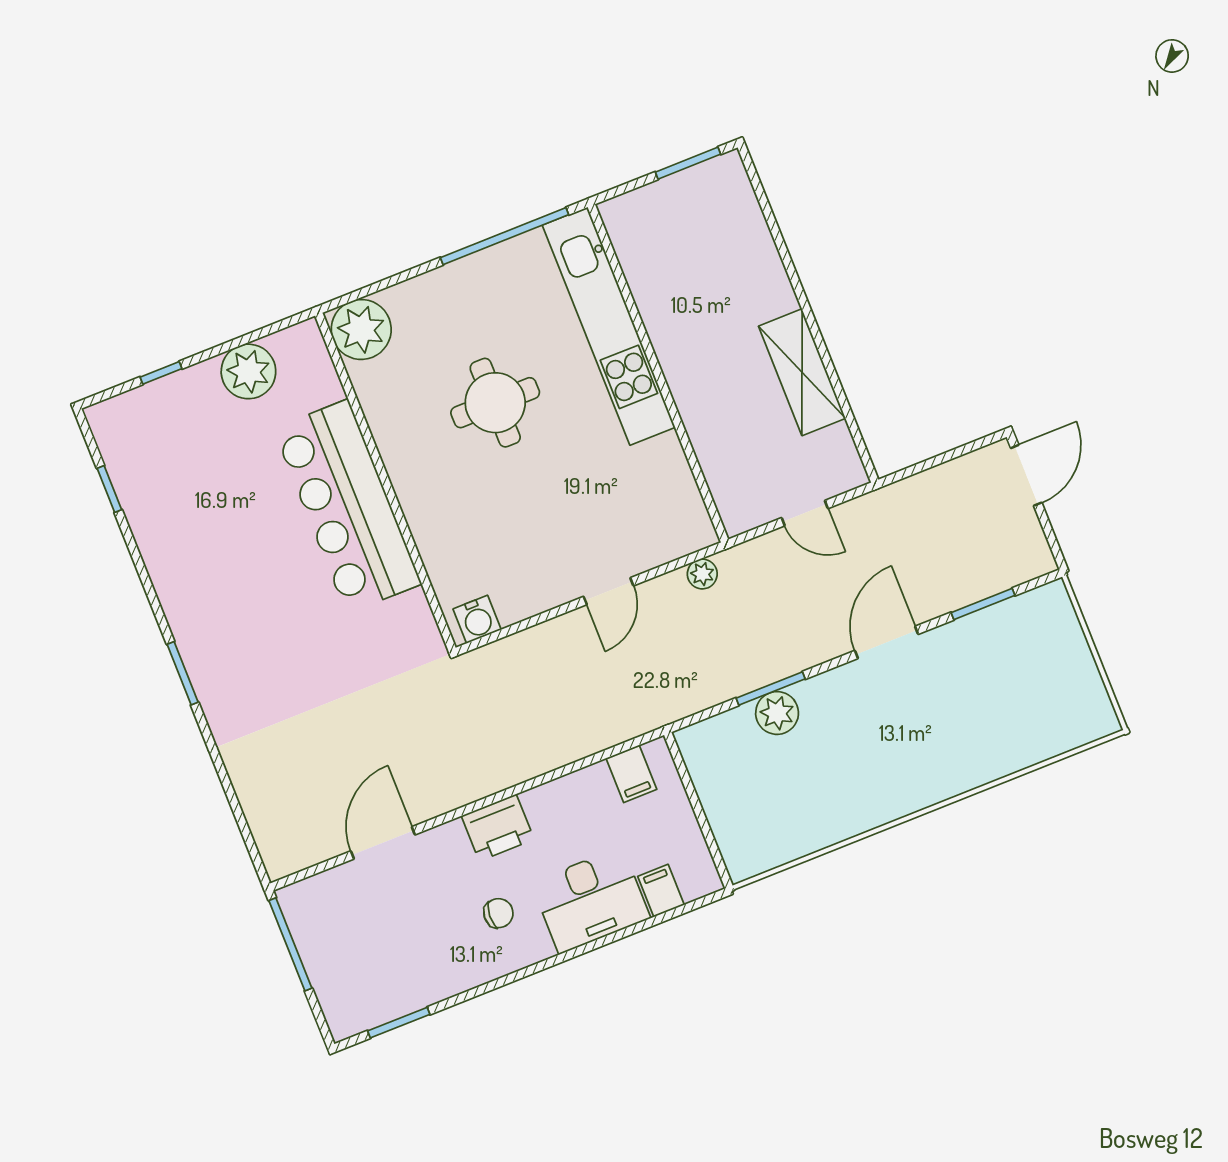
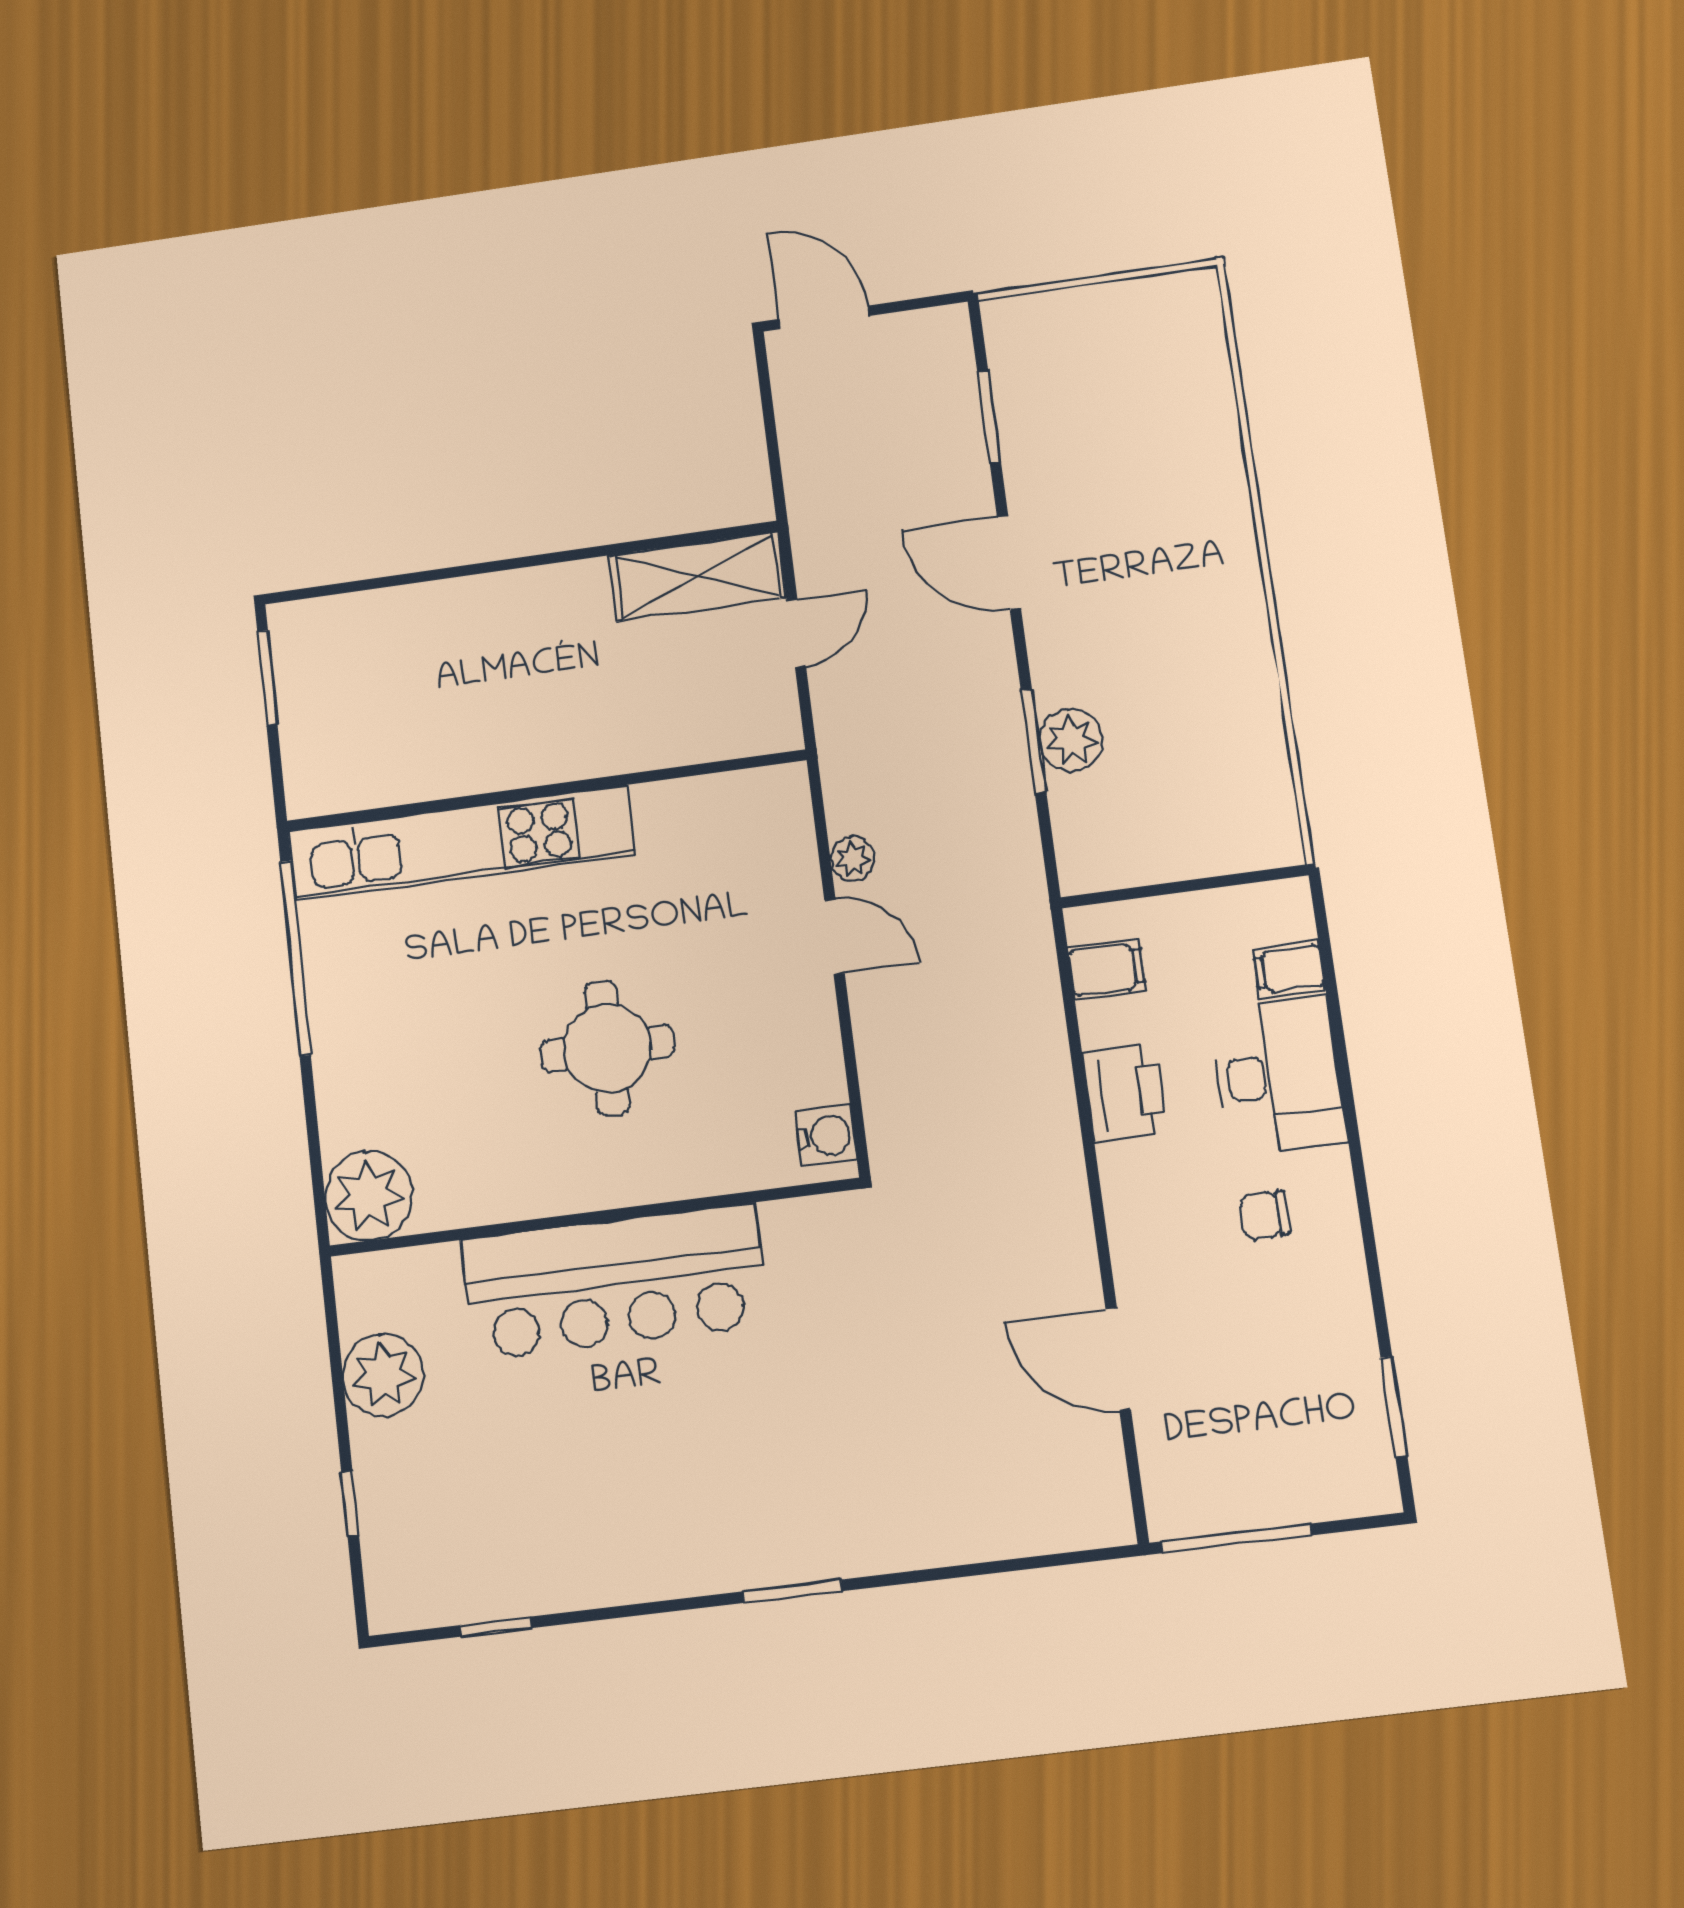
shelving: (802, 372) -> (697, 576), moved
round table: (495, 403) -> (607, 1048), moved
plant: (702, 574) -> (852, 859), moved
printer: (498, 828) -> (1125, 1093), moved
chair: (498, 913) -> (1265, 1215), turned -93

